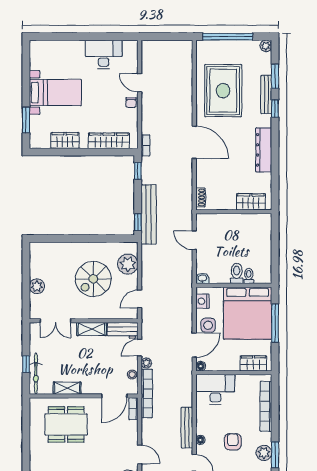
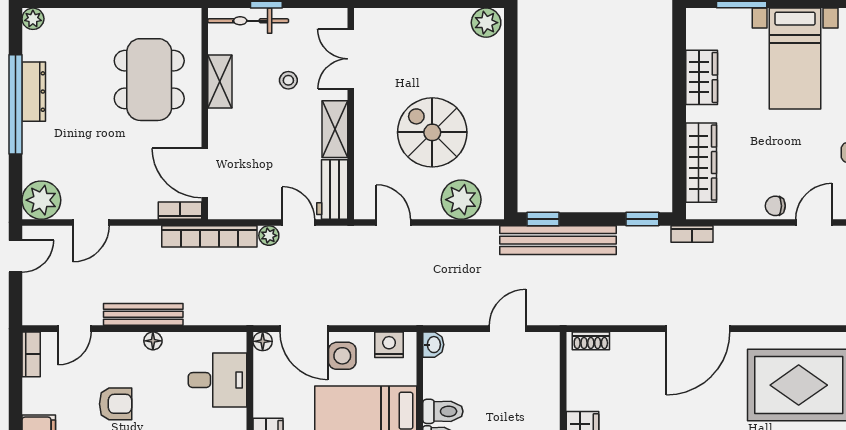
plant: (37, 286) -> (486, 23), moved
stool: (132, 375) -> (288, 80), moved
desk: (215, 389) -> (217, 380), width x0.73
floor lamp: (200, 440) -> (153, 341), moved

